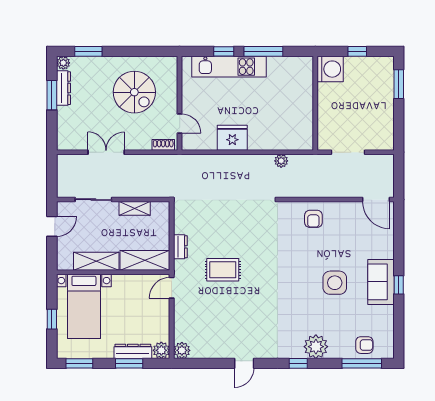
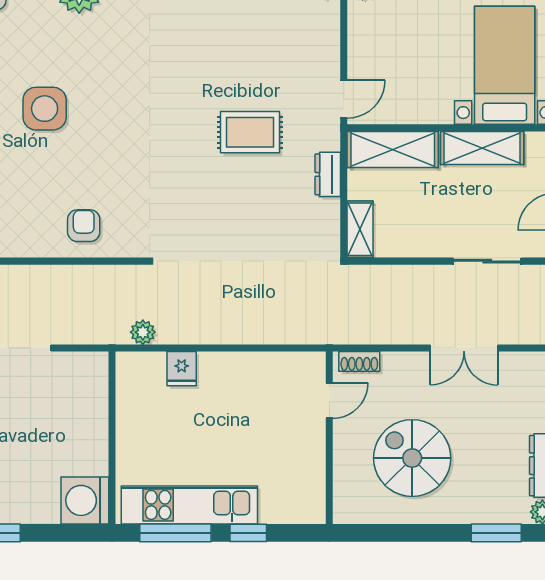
kitchen unit: (229, 67) -> (189, 505), moved
washing machine: (330, 69) -> (85, 500), moved
wall: (315, 103) -> (112, 438), moved
door: (180, 123) -> (329, 401), swing flipped
fridge: (232, 138) -> (182, 369), moved, width x0.53, depth x0.75
shelving: (135, 208) -> (360, 229), moved, turned 90

